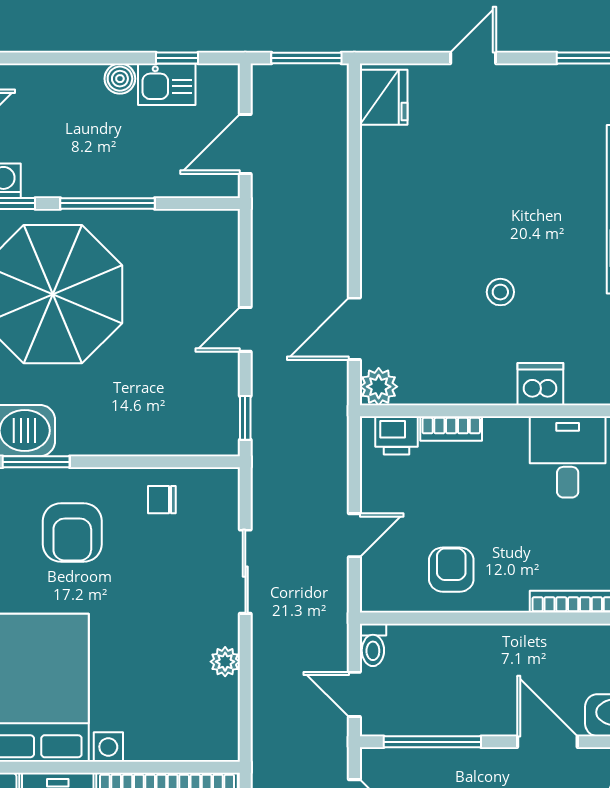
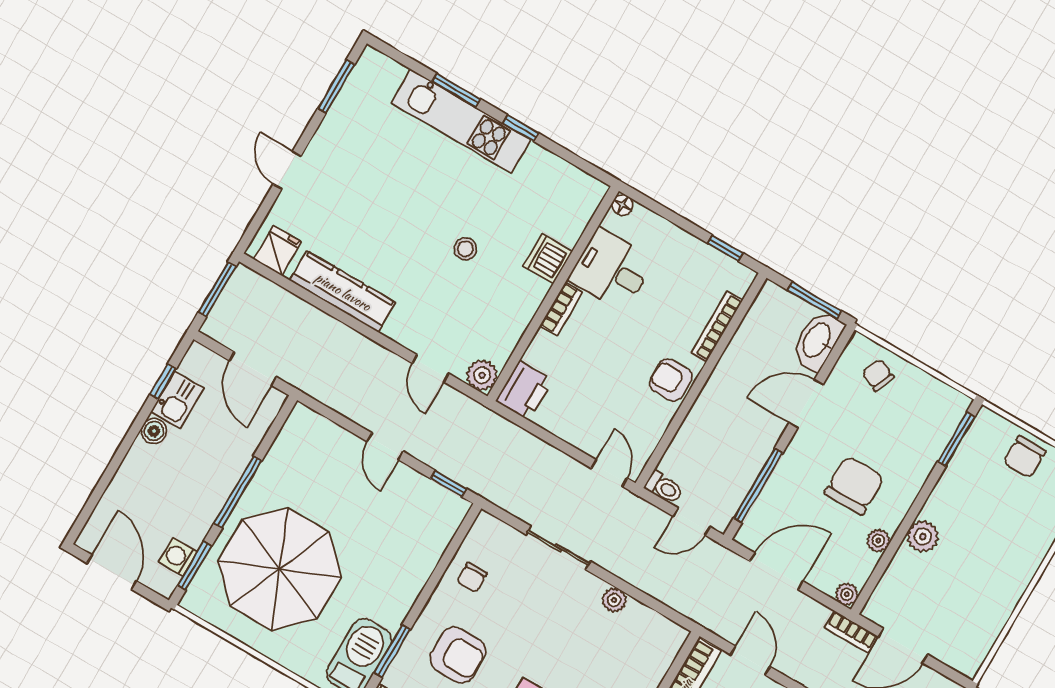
fridge: (384, 97) -> (278, 251), width x0.72
kitchen counter: (381, 190) -> (343, 292), added
door: (354, 329) -> (431, 368), width x0.73
bookcase: (451, 429) -> (561, 309), moved
printer: (396, 435) -> (524, 390), width x1.36, depth x1.24
door: (354, 535) -> (609, 473), moved
armchair: (451, 570) -> (671, 380), moved

